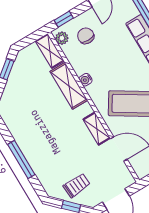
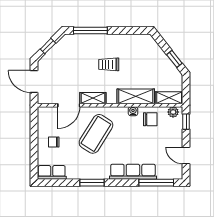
chair: (86, 36) -> (150, 119), moved
window: (21, 160) -> (90, 31), moved
trolley: (77, 185) -> (109, 64), moved, turned 94

